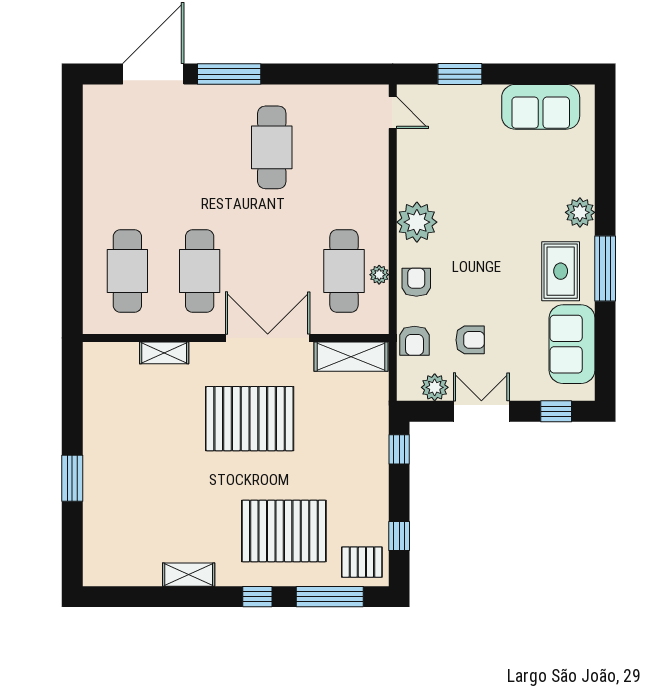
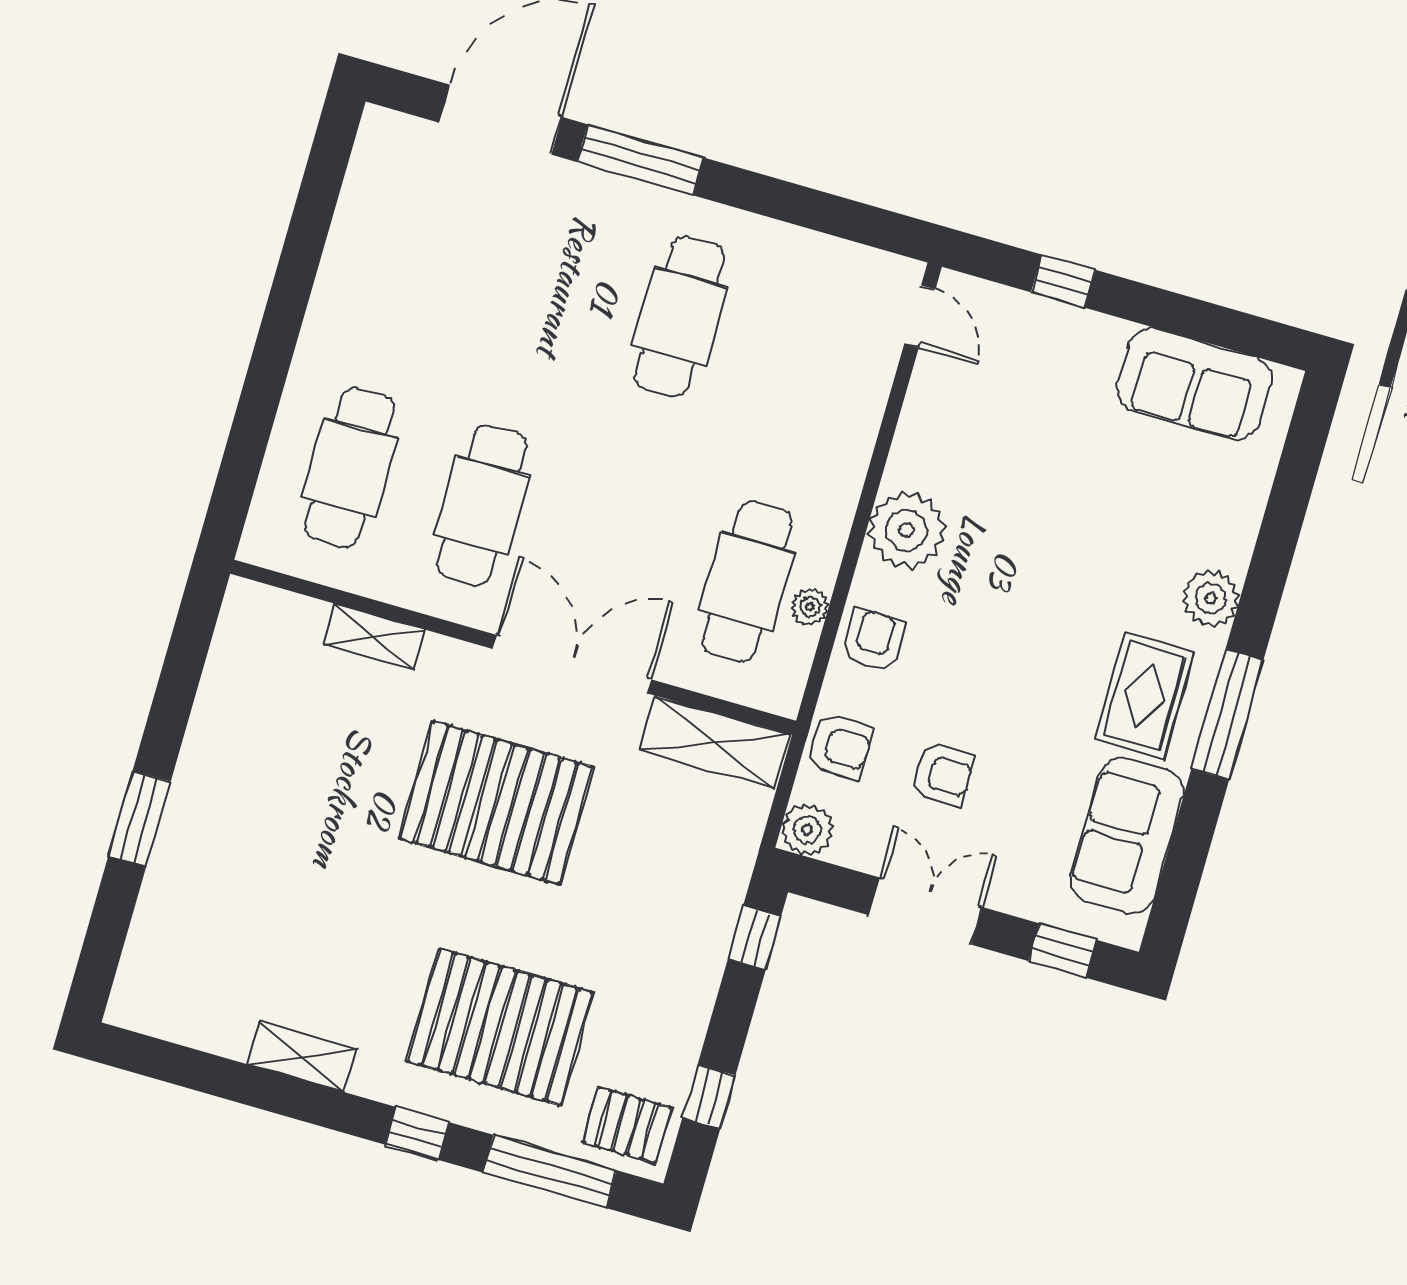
window: (460, 74) -> (1063, 281), width x0.67
armchair: (414, 341) -> (840, 747), turned -90
plant: (435, 387) -> (807, 830), moved

